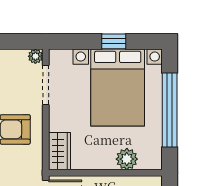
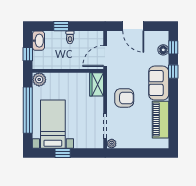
bed with nightstands: (118, 88) -> (53, 124), width x0.73
plant: (127, 159) -> (39, 79), moved

